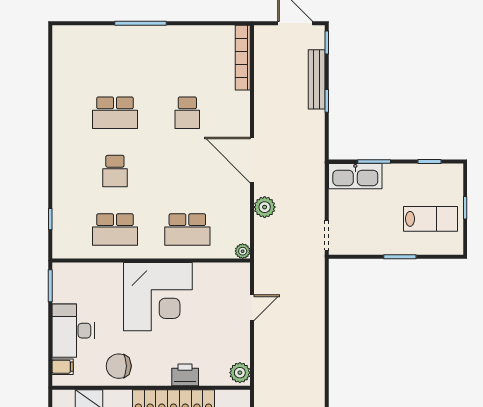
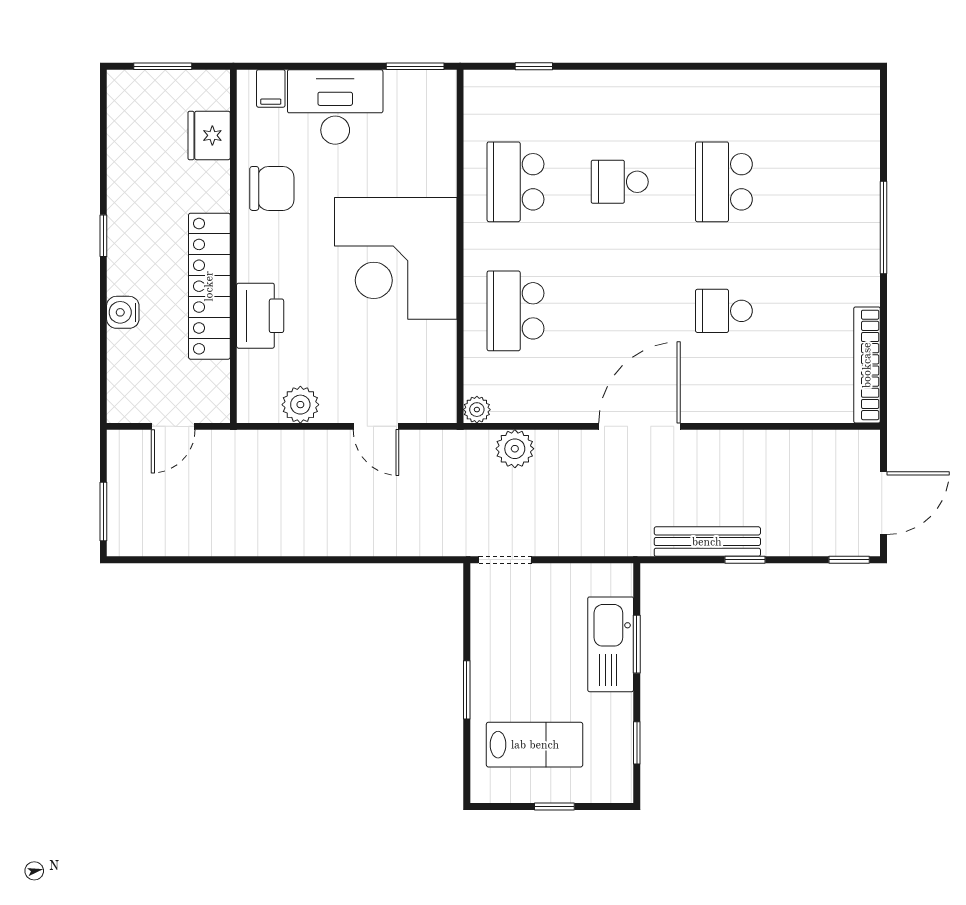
bookcase: (243, 58) -> (867, 365), moved, turned -90
bench: (317, 79) -> (707, 542), moved
kitchen sink: (355, 176) -> (611, 644), moved
plant: (265, 207) -> (515, 449), moved
lab bench: (430, 219) -> (535, 745), turned -90
chair: (119, 366) -> (272, 188), turned 90
plant: (240, 373) -> (300, 405), moved
printer: (185, 375) -> (260, 316), width x1.37, depth x1.19

